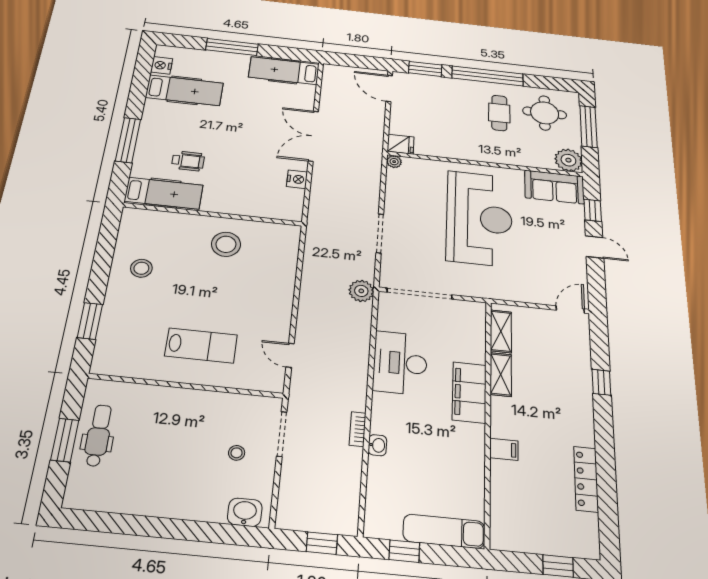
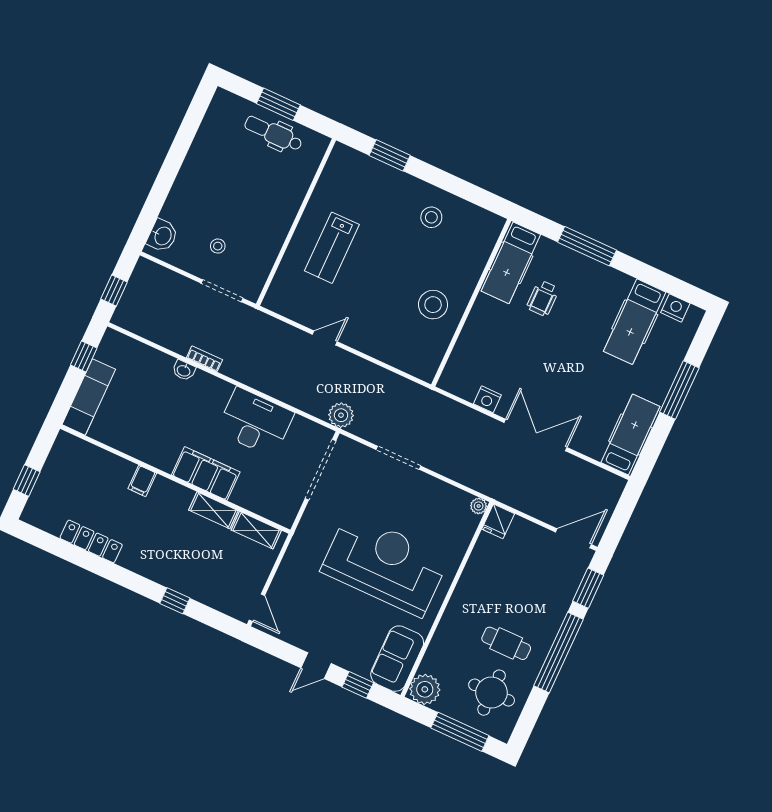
reception desk: (479, 218) -> (385, 564), turned 180
door: (290, 355) -> (325, 338), moved
dental chair: (98, 435) -> (273, 133), turned 180

